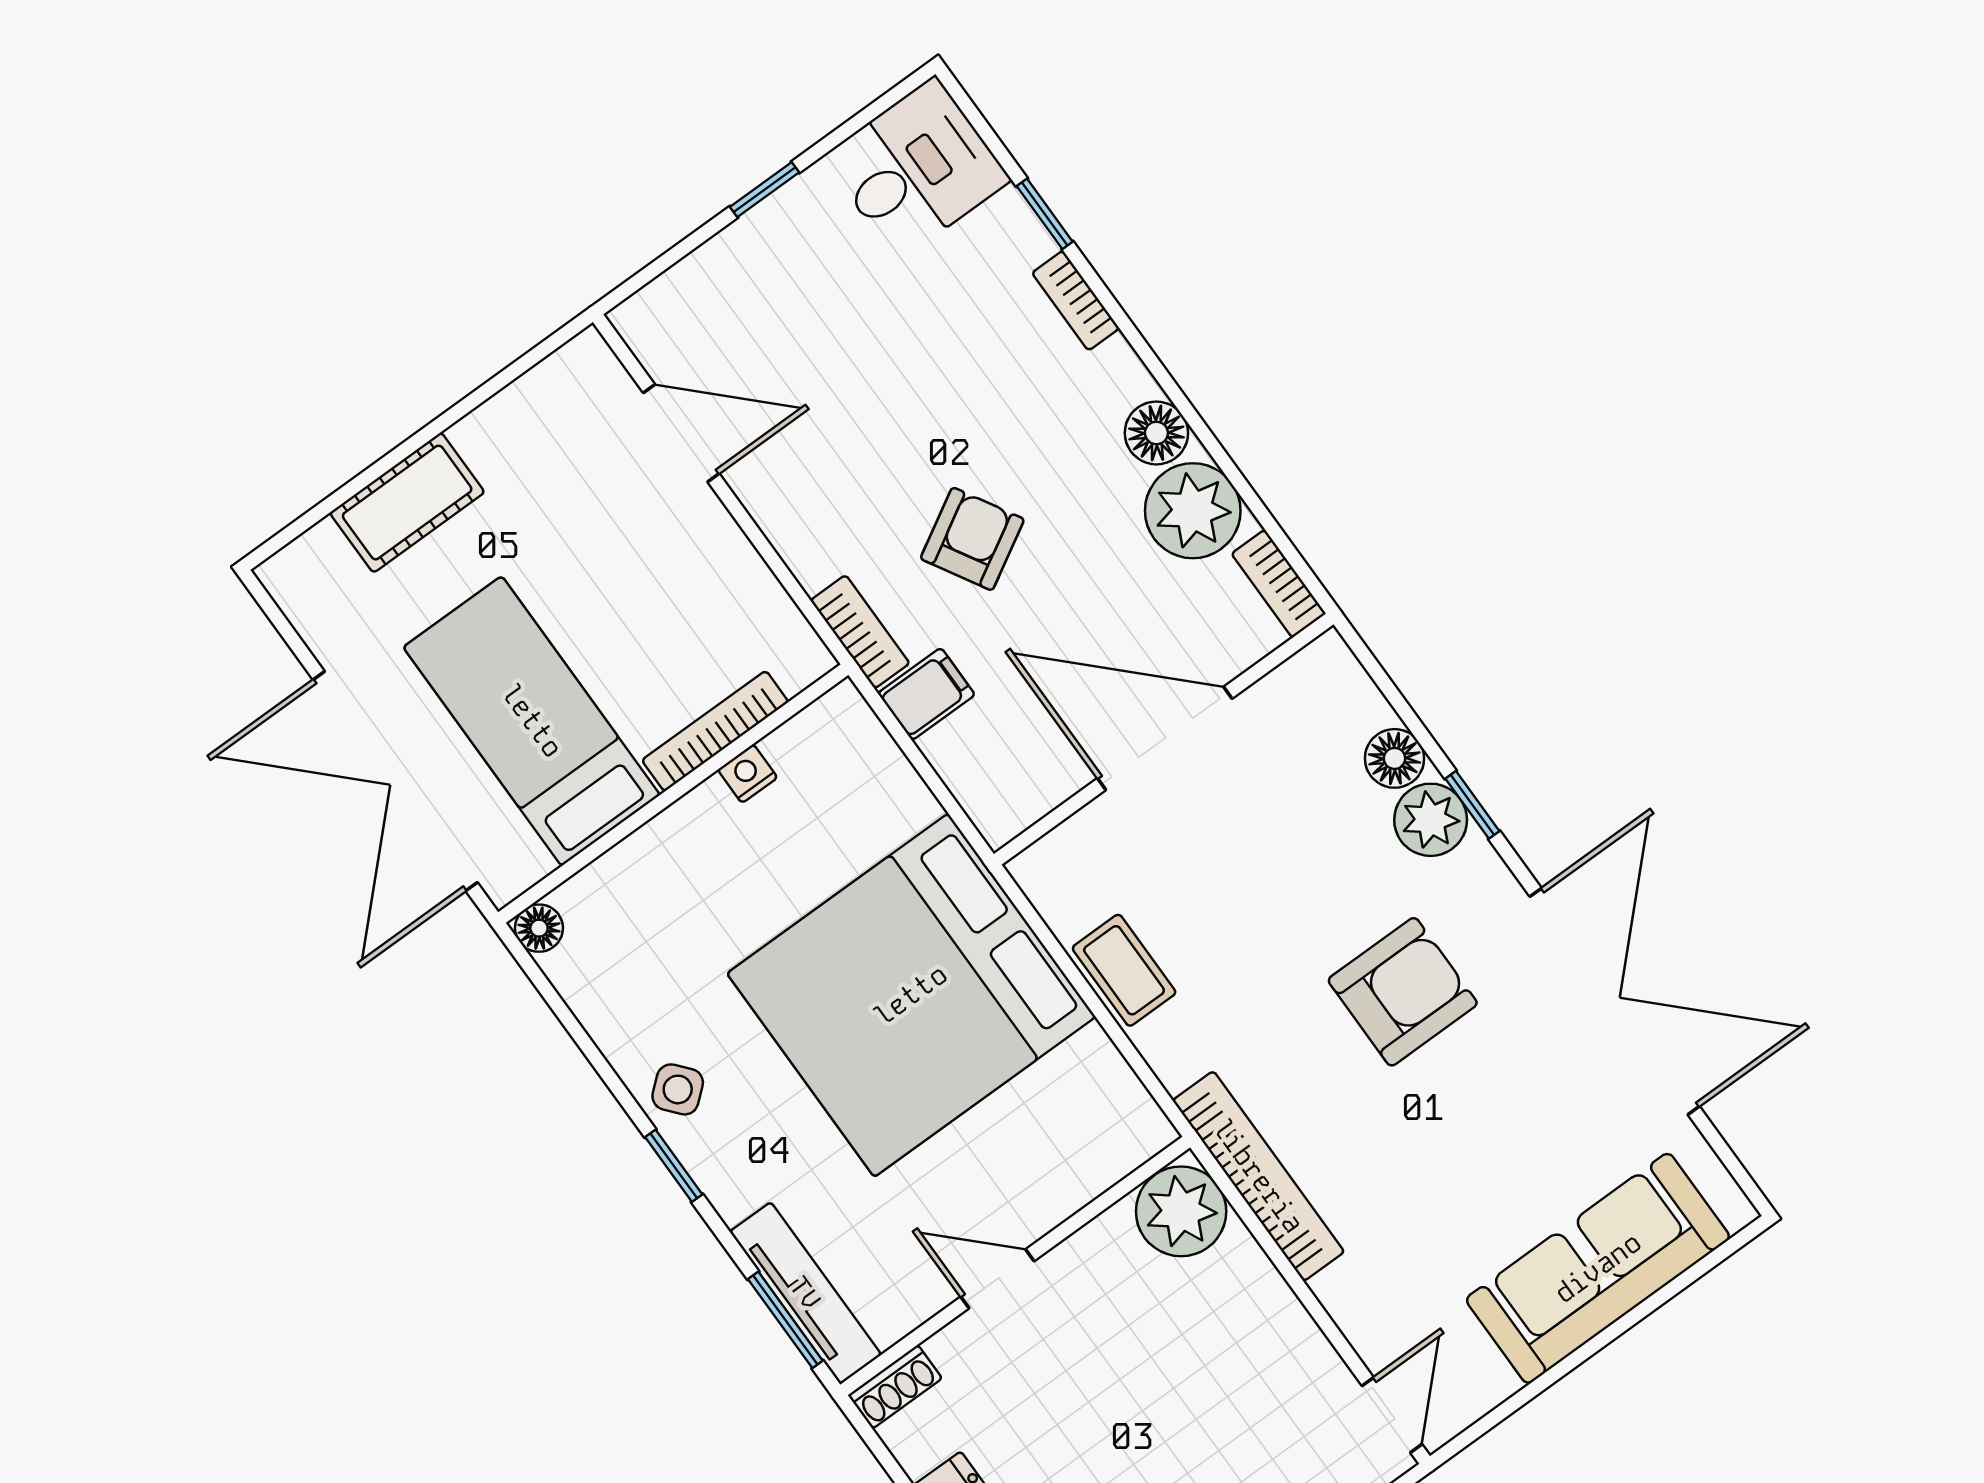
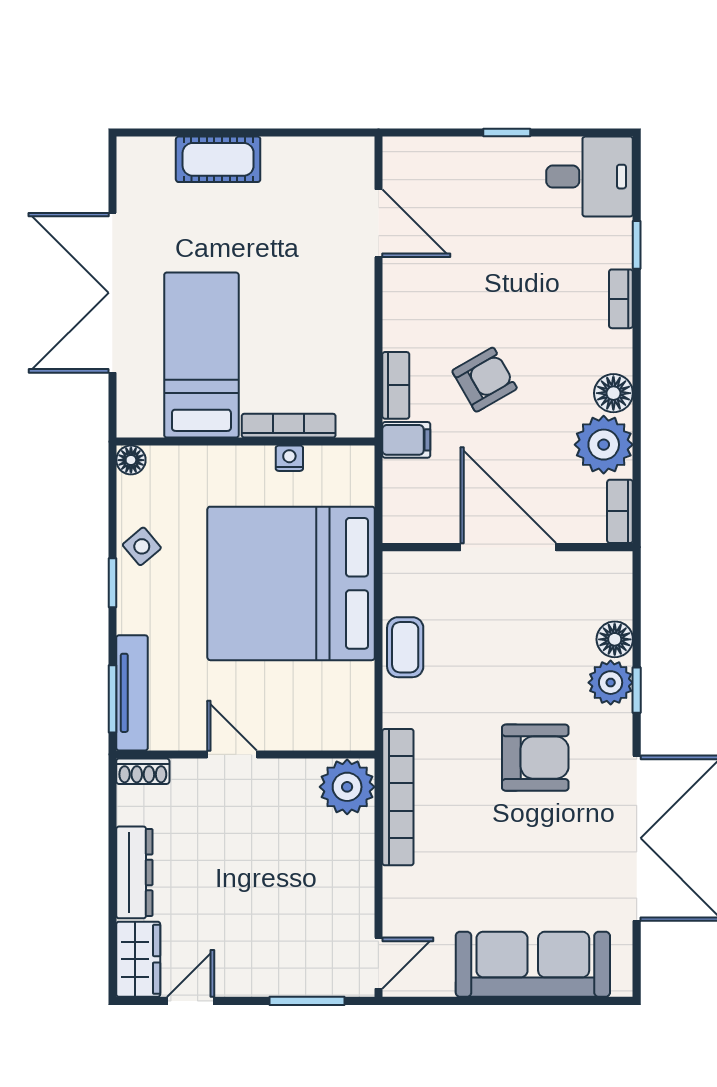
bed: (532, 721) -> (201, 355), moved
bookcase: (715, 731) -> (289, 426), moved
nightstand: (748, 774) -> (289, 458), moved
wall: (673, 794) -> (245, 442), moved
floor lamp: (539, 928) -> (131, 460), moved

